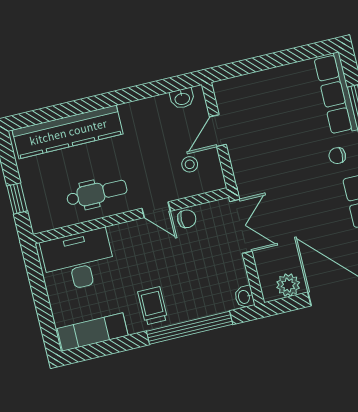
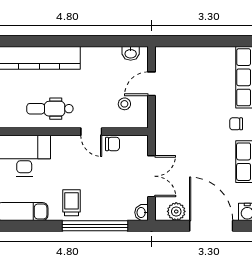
dental chair: (97, 193) -> (50, 109), turned 180
double door: (241, 226) -> (152, 176), moved

